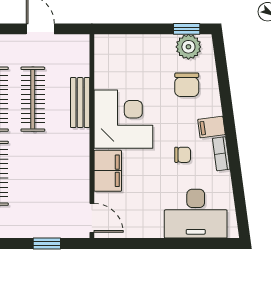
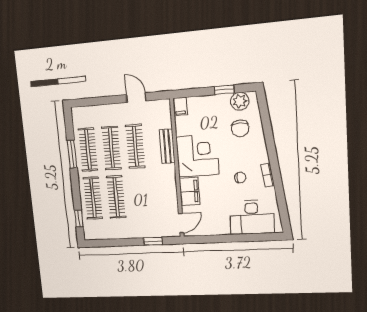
window: (187, 29) -> (224, 90), moved
filing cabinet: (211, 127) -> (180, 106), moved, turned -82
door: (92, 218) -> (181, 223), hinge flipped

